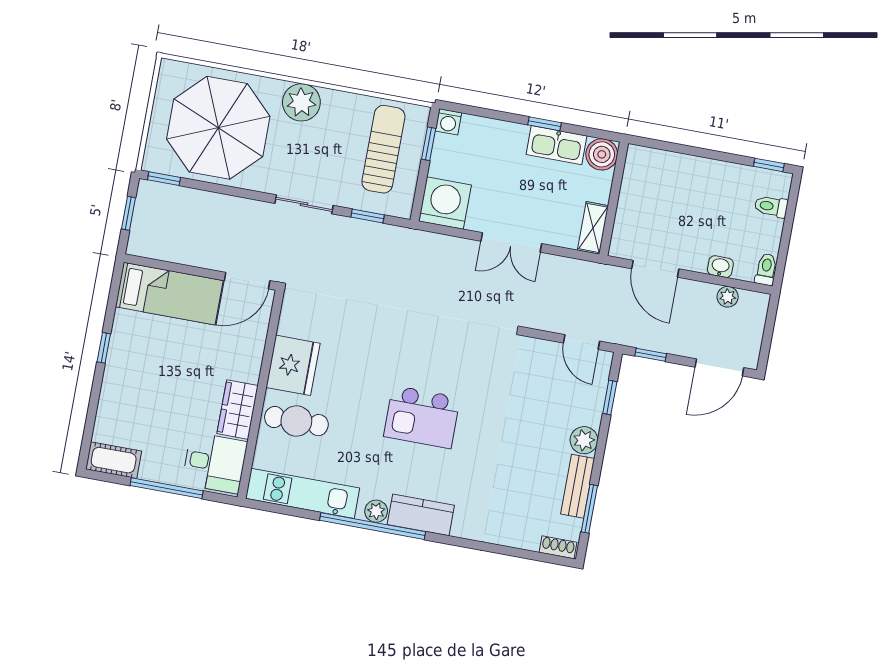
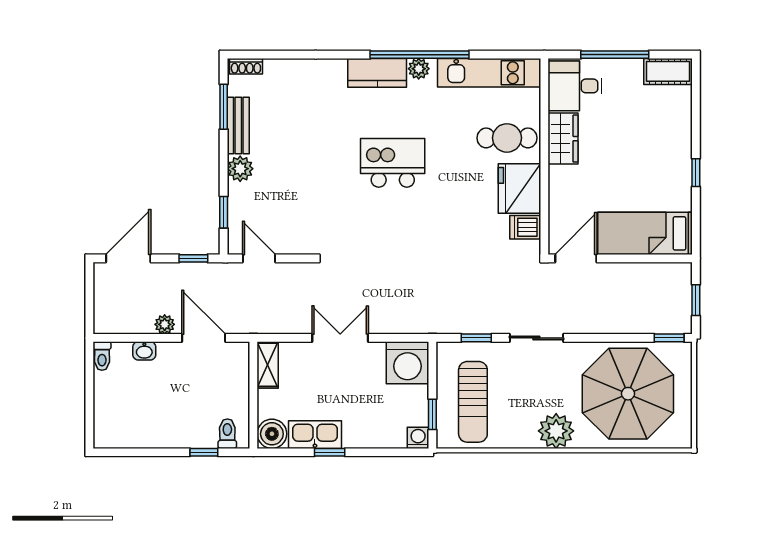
window: (769, 165) -> (204, 452), moved
toilet: (771, 206) -> (227, 434), moved, turned -90
plant: (728, 297) -> (165, 324), moved
dishwasher: (294, 323) -> (525, 227), added

